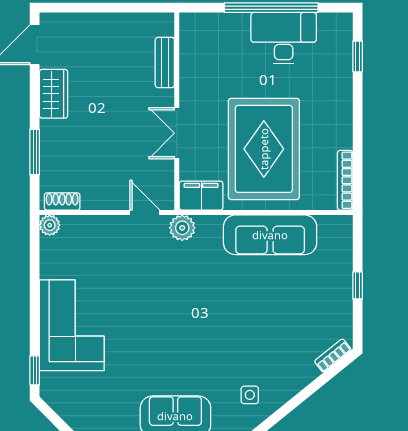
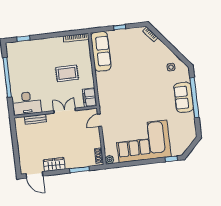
desk: (284, 38) -> (27, 103), moved, turned -90
double door: (177, 133) -> (65, 111), swing flipped
rug: (264, 149) -> (67, 73), width x0.54, depth x0.49
plant: (182, 228) -> (104, 104), removed
sofa: (270, 235) -> (101, 51), moved
corner sofa: (72, 325) -> (143, 141), width x1.36, depth x1.36

